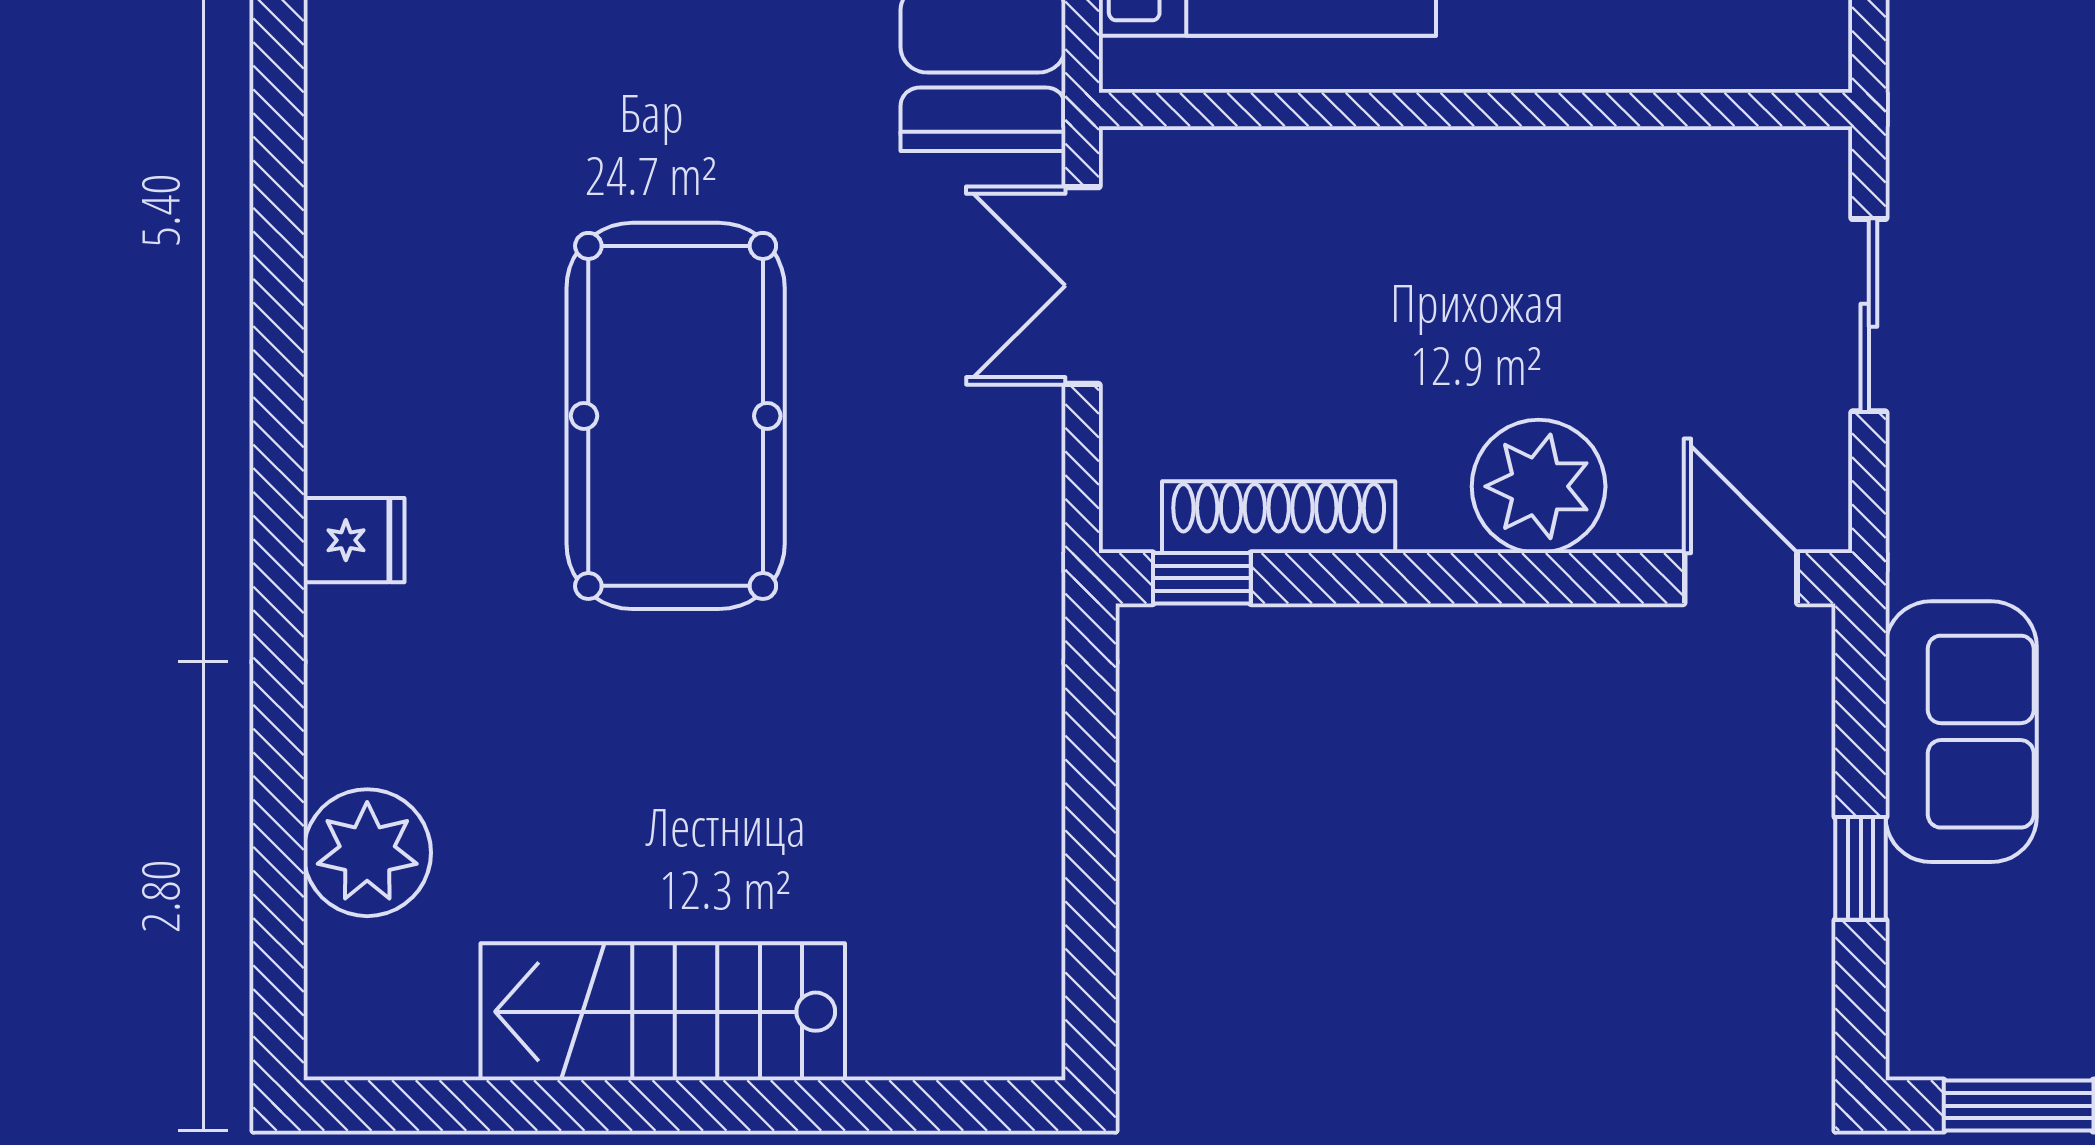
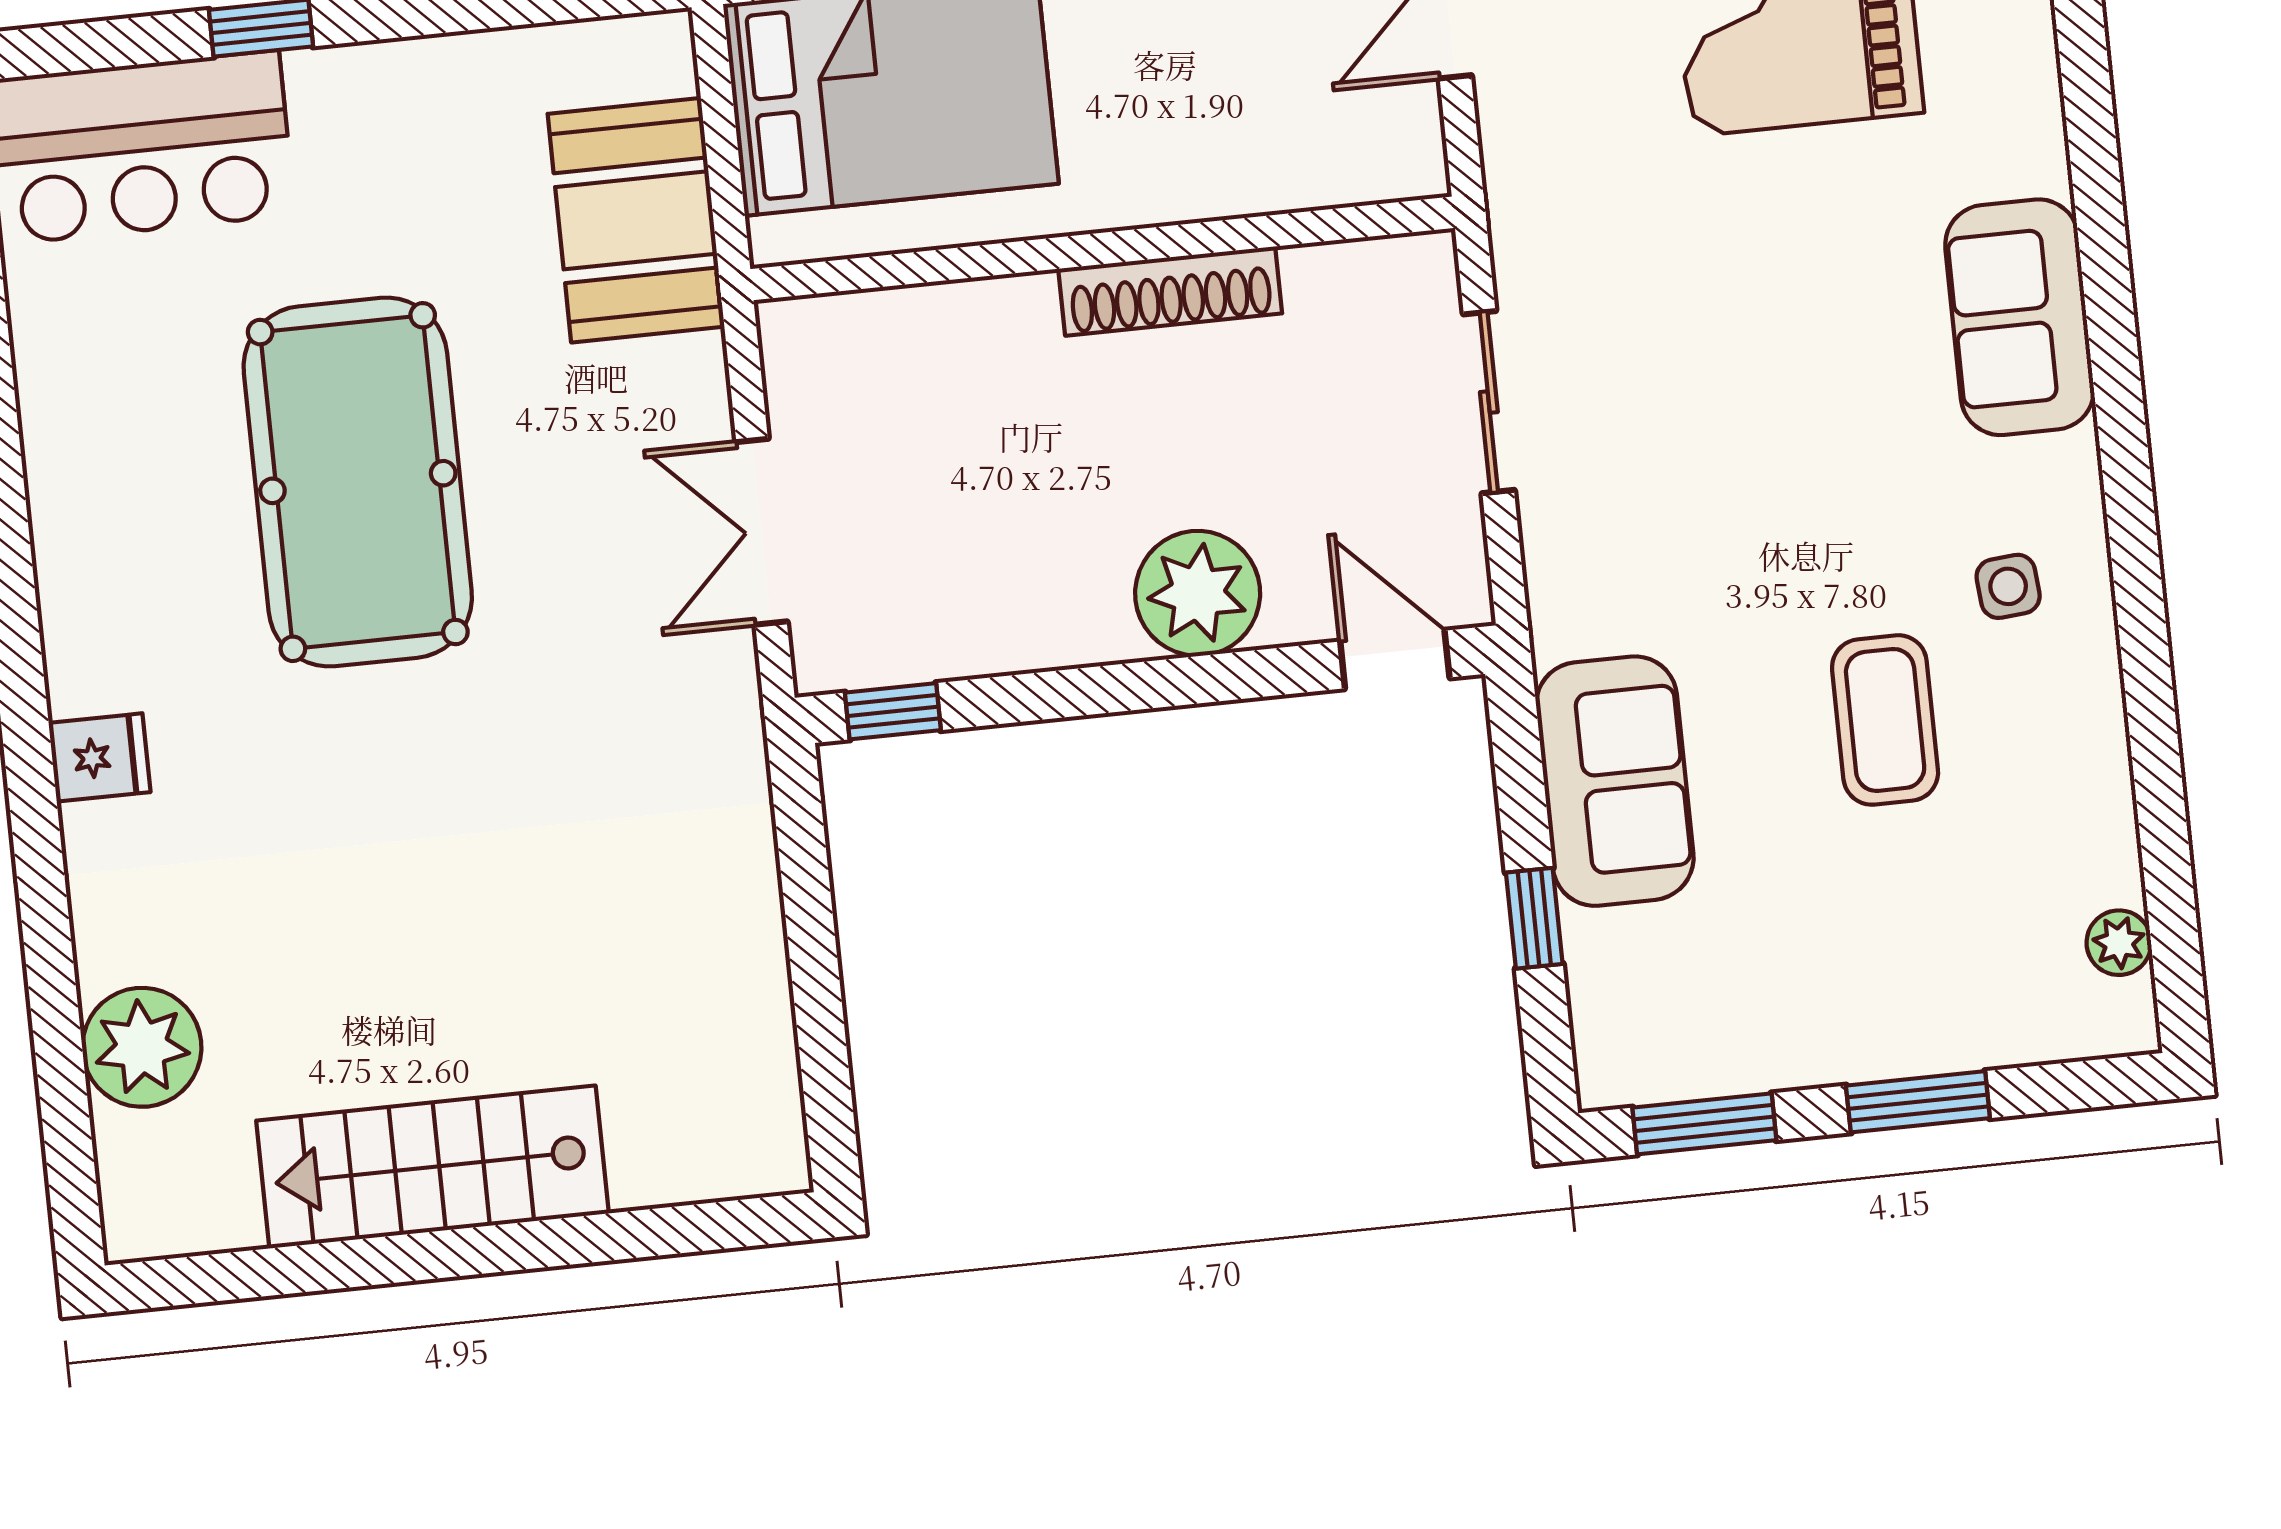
double door: (1082, 286) -> (762, 532), moved
pool table: (676, 416) -> (358, 482), moved
shoe rack: (1279, 517) -> (1170, 291), moved, turned 180

